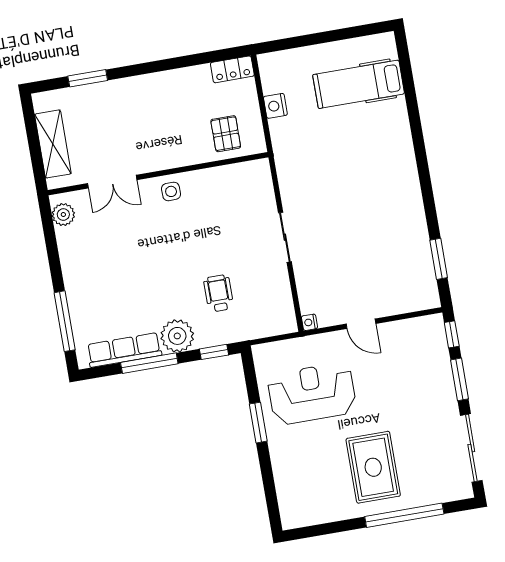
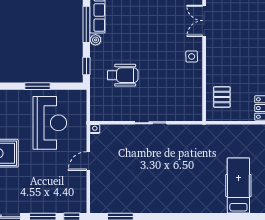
nightstand: (275, 106) -> (234, 131), removed
pallet: (226, 134) -> (222, 97), turned 90
wheelchair: (219, 293) -> (123, 75), width x1.36, depth x1.37
plant: (177, 336) -> (96, 40), width x0.53, depth x0.53

